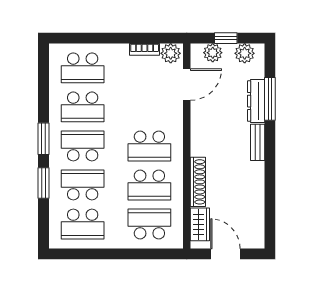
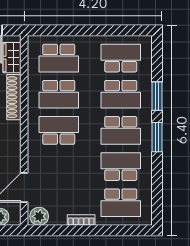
bookcase: (145, 49) -> (81, 220), moved
school desk: (83, 68) -> (121, 203), turned 180
school desk: (149, 185) -> (59, 94), turned 180

